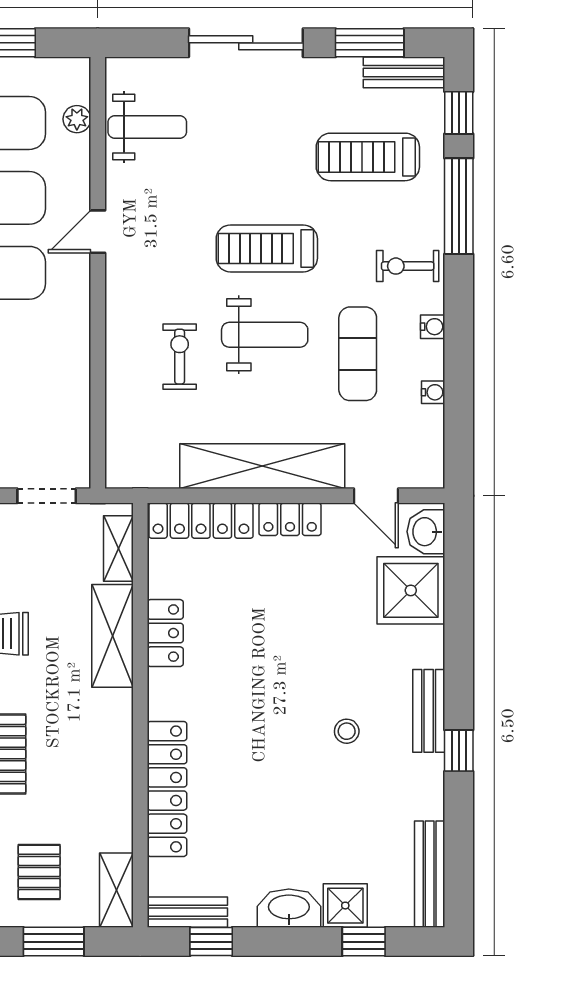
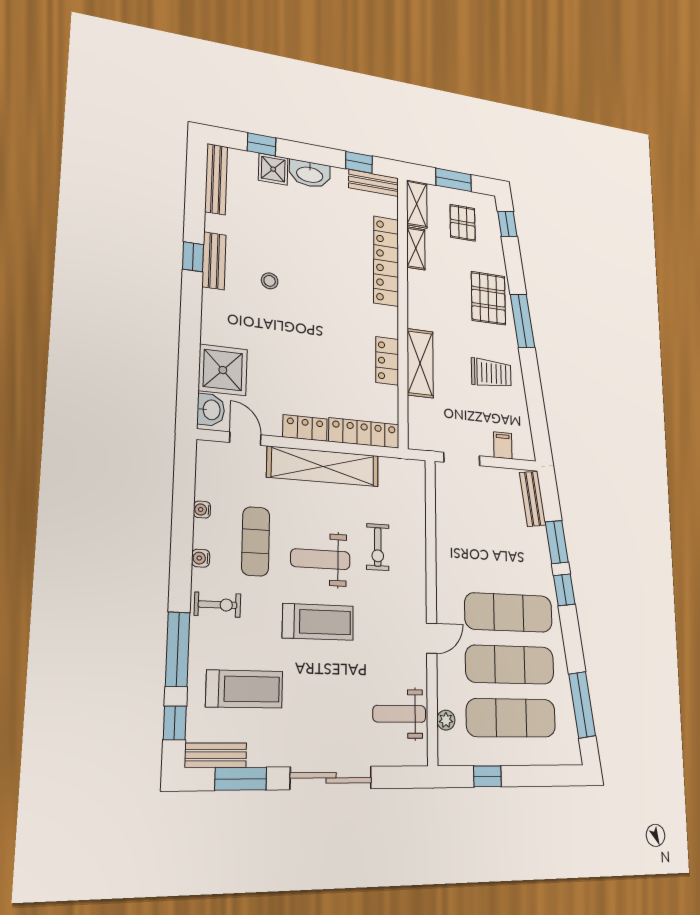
shelving: (118, 549) -> (416, 248), moved
bench: (429, 711) -> (214, 261), moved

